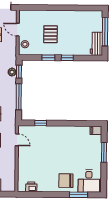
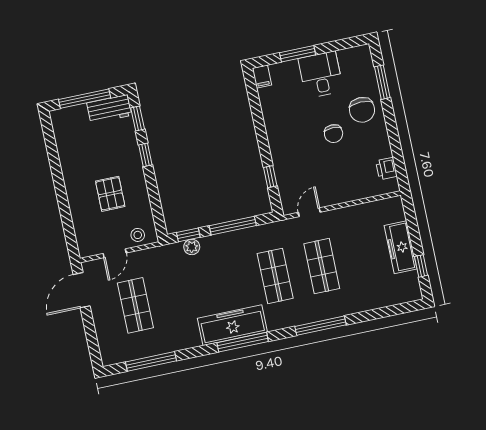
pallet: (51, 34) -> (110, 194), turned 90
window: (48, 58) -> (138, 119), moved
chair: (56, 162) -> (334, 134), added
desk: (89, 181) -> (321, 75), moved, turned -90

